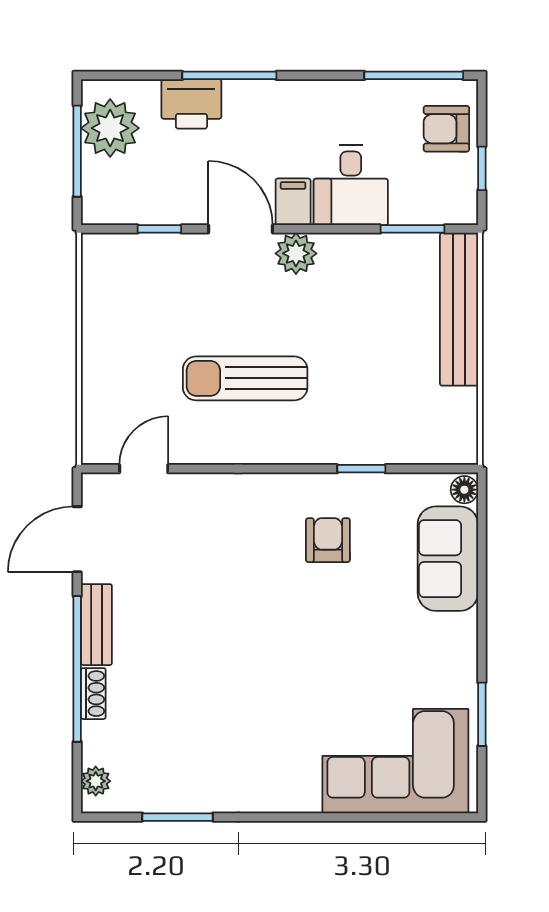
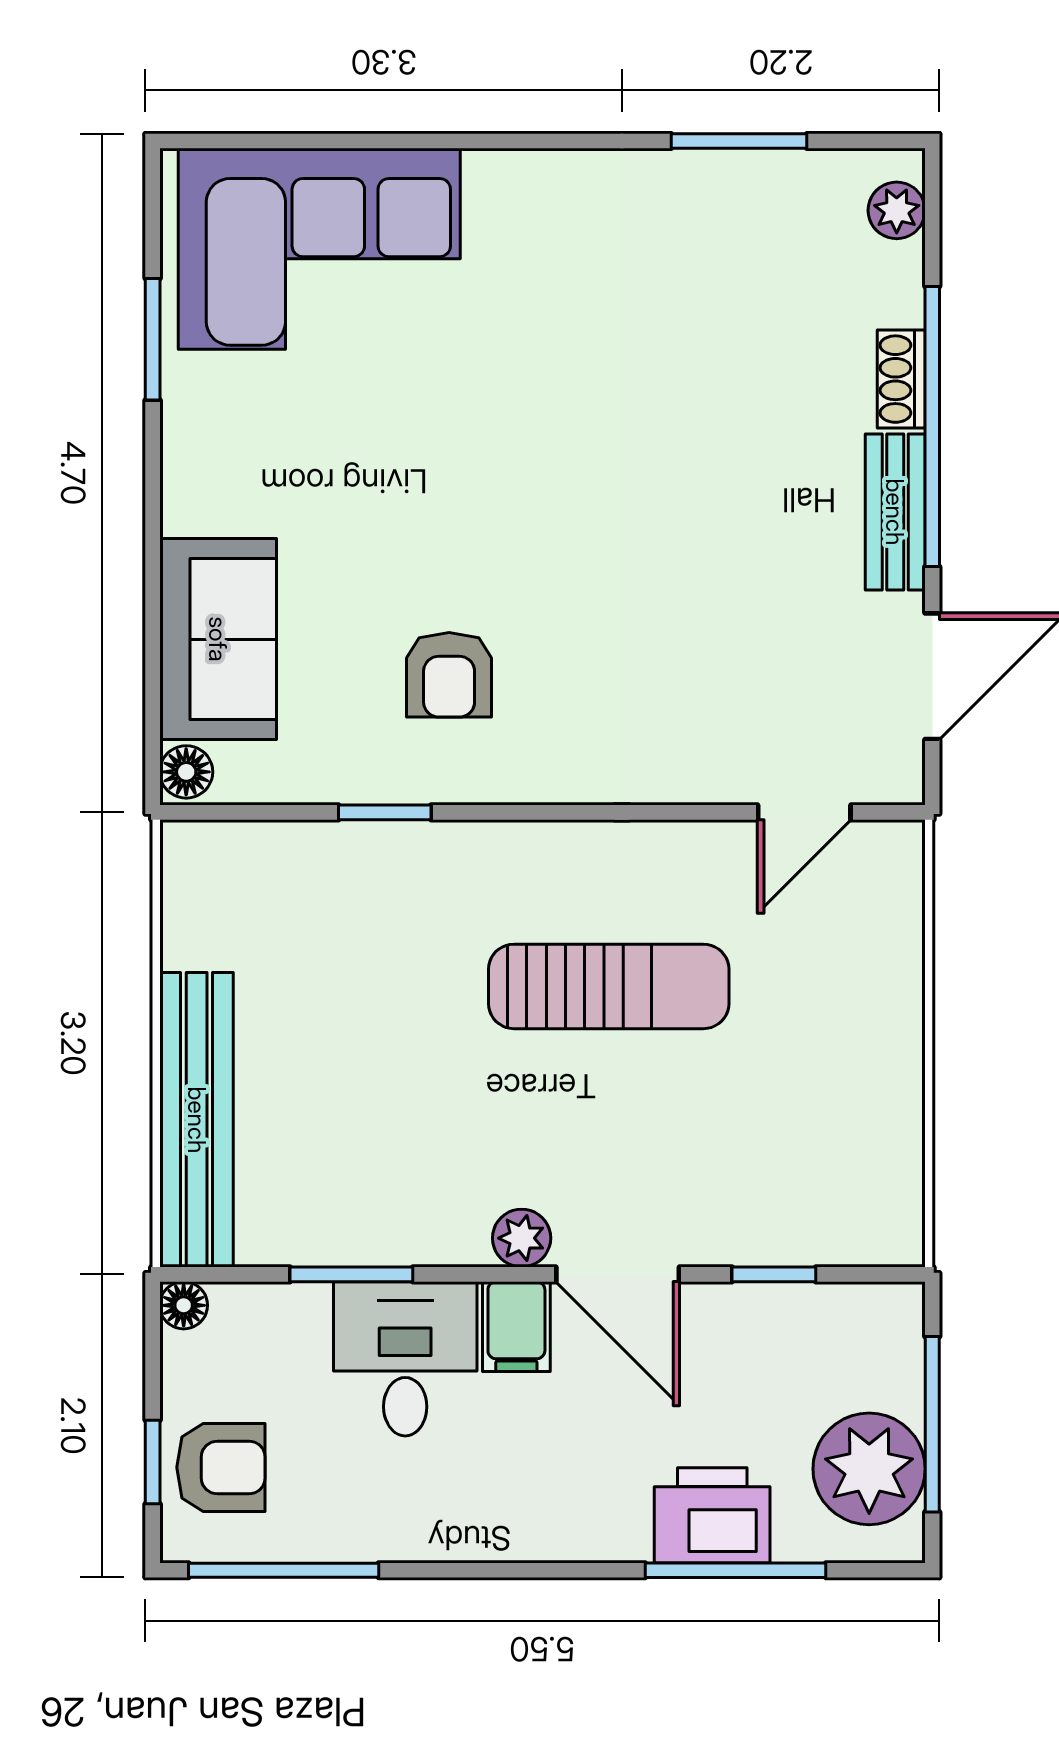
window: (229, 75) -> (736, 1570), moved
window: (482, 168) -> (153, 1462), moved
floor lamp: (466, 213) -> (184, 1305), added
window: (412, 229) -> (351, 1274), moved
plant: (296, 253) -> (522, 1238), width x0.73, depth x0.73

